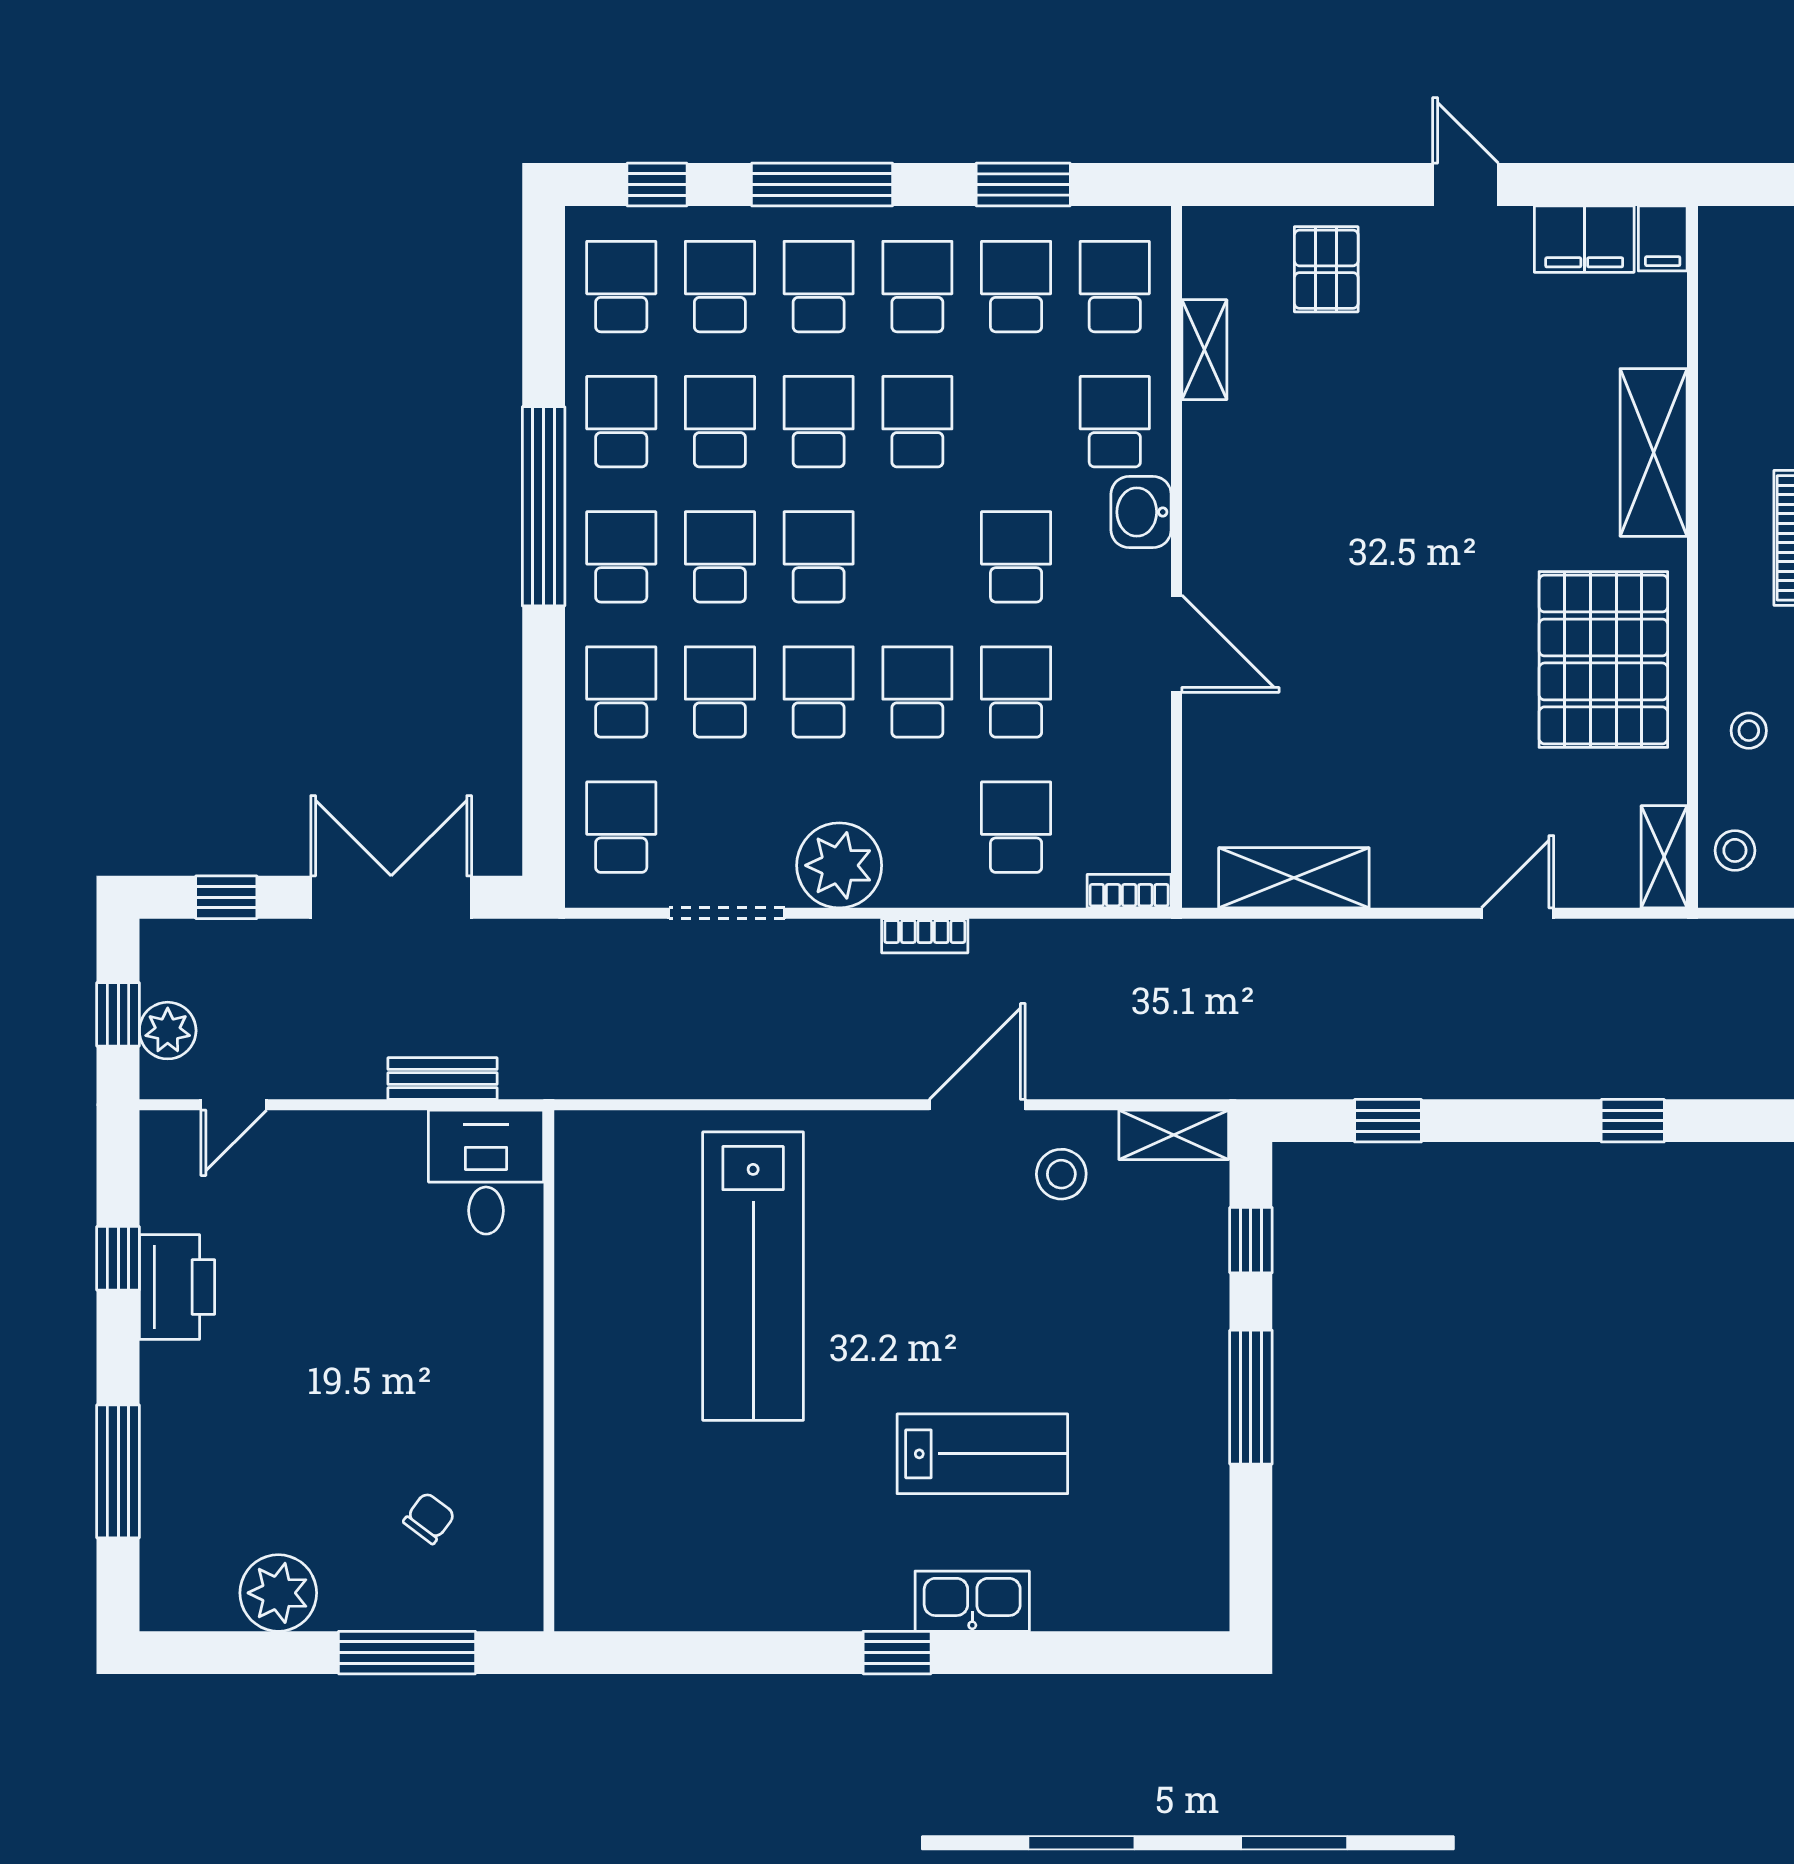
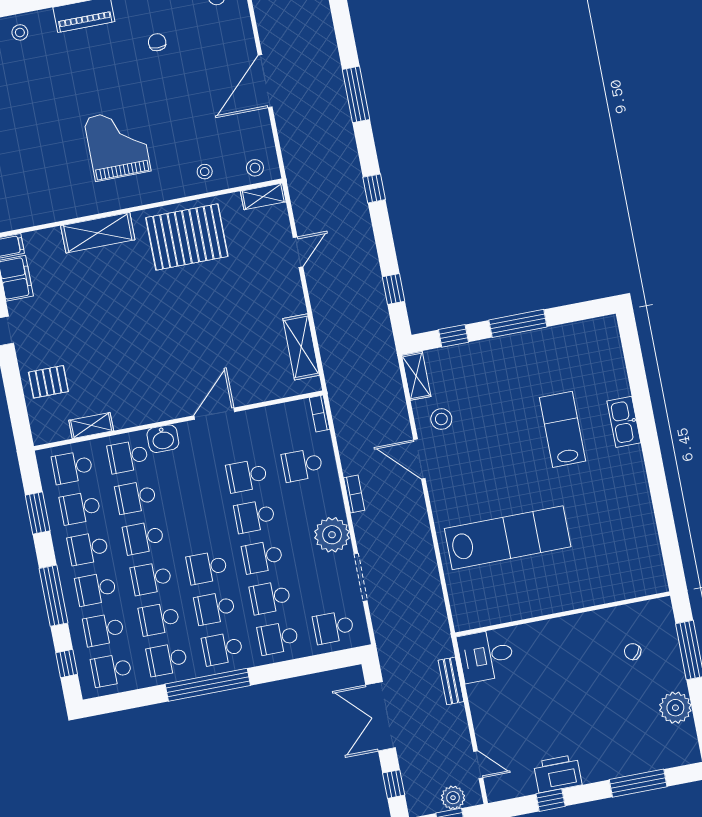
school desk: (1016, 557) -> (136, 497), moved
door: (1518, 913) -> (298, 252), swing flipped
window: (897, 1653) -> (651, 449), removed

